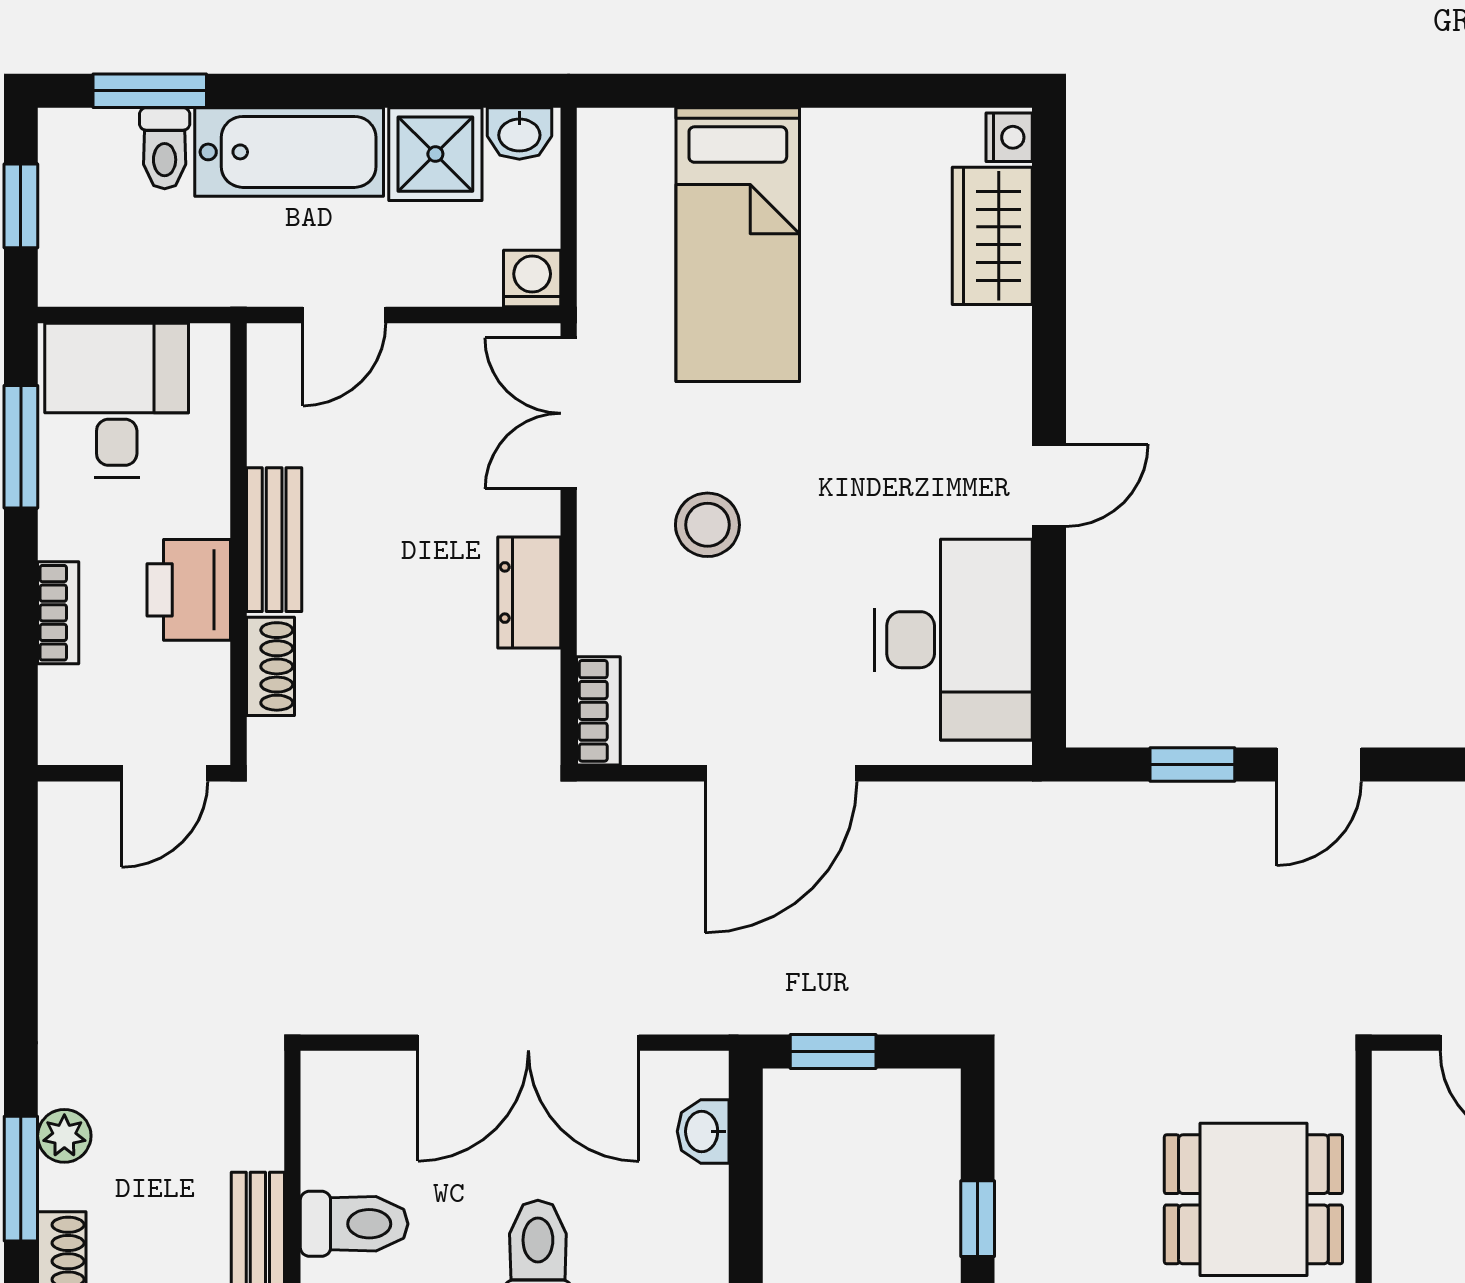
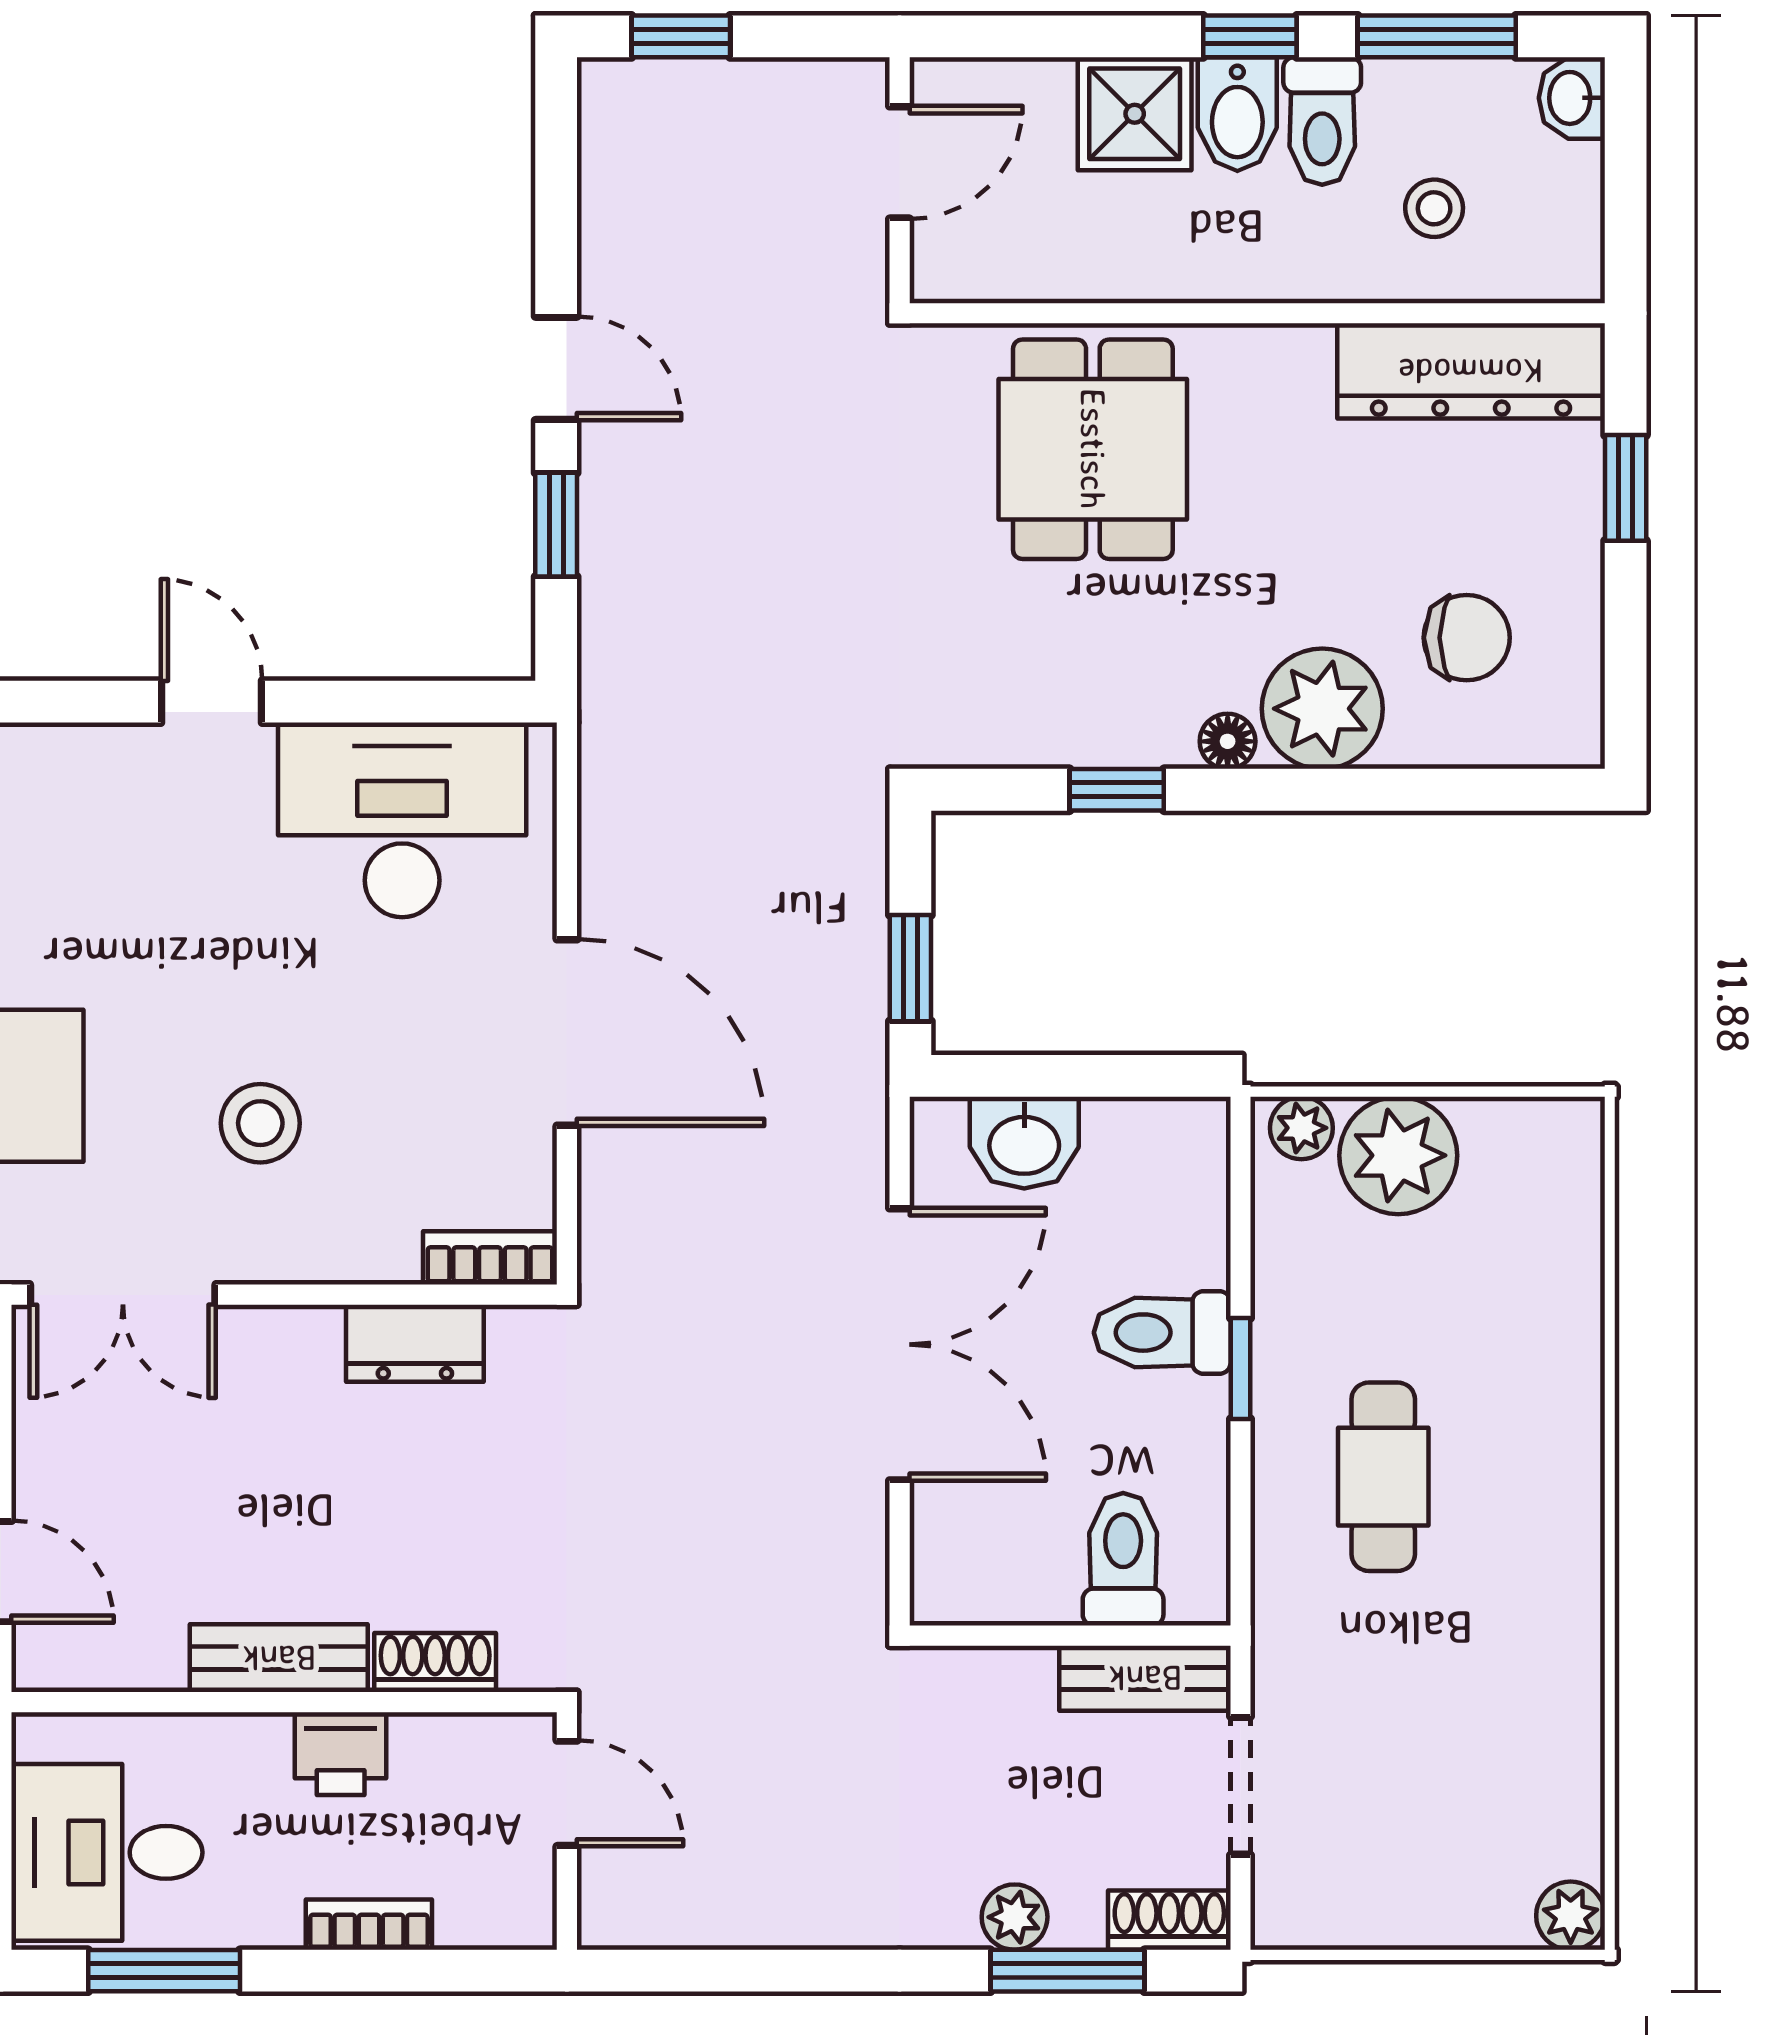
printer: (189, 590) -> (341, 1754), width x0.73, depth x0.81
dresser: (529, 593) -> (415, 1343), moved
washbasin: (703, 1131) -> (1024, 1143), width x1.38, depth x1.45

